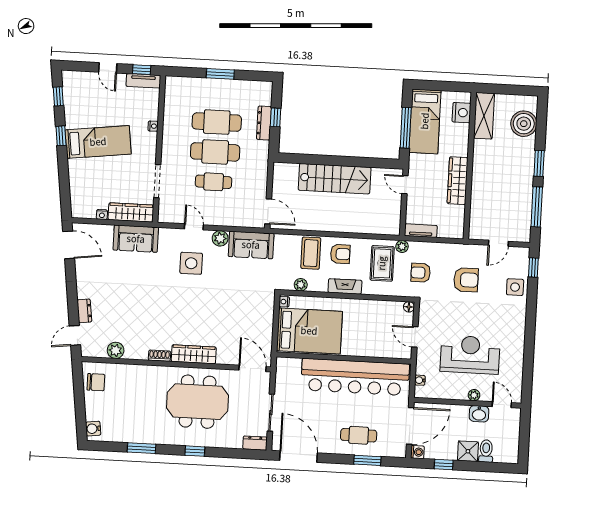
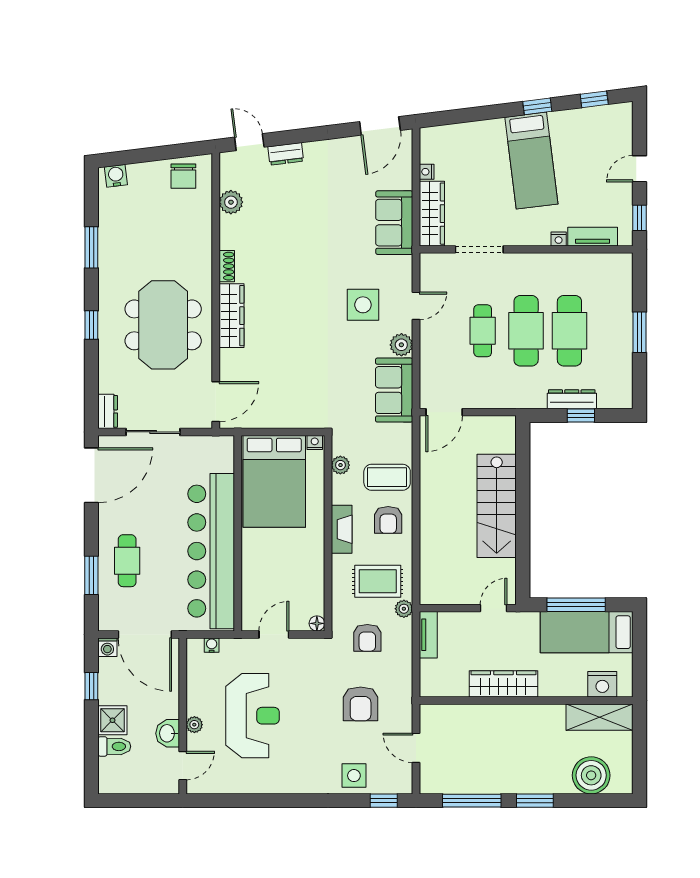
tv unit: (143, 81) -> (593, 237), moved, turned 90
armchair: (421, 273) -> (367, 638), turned 180

